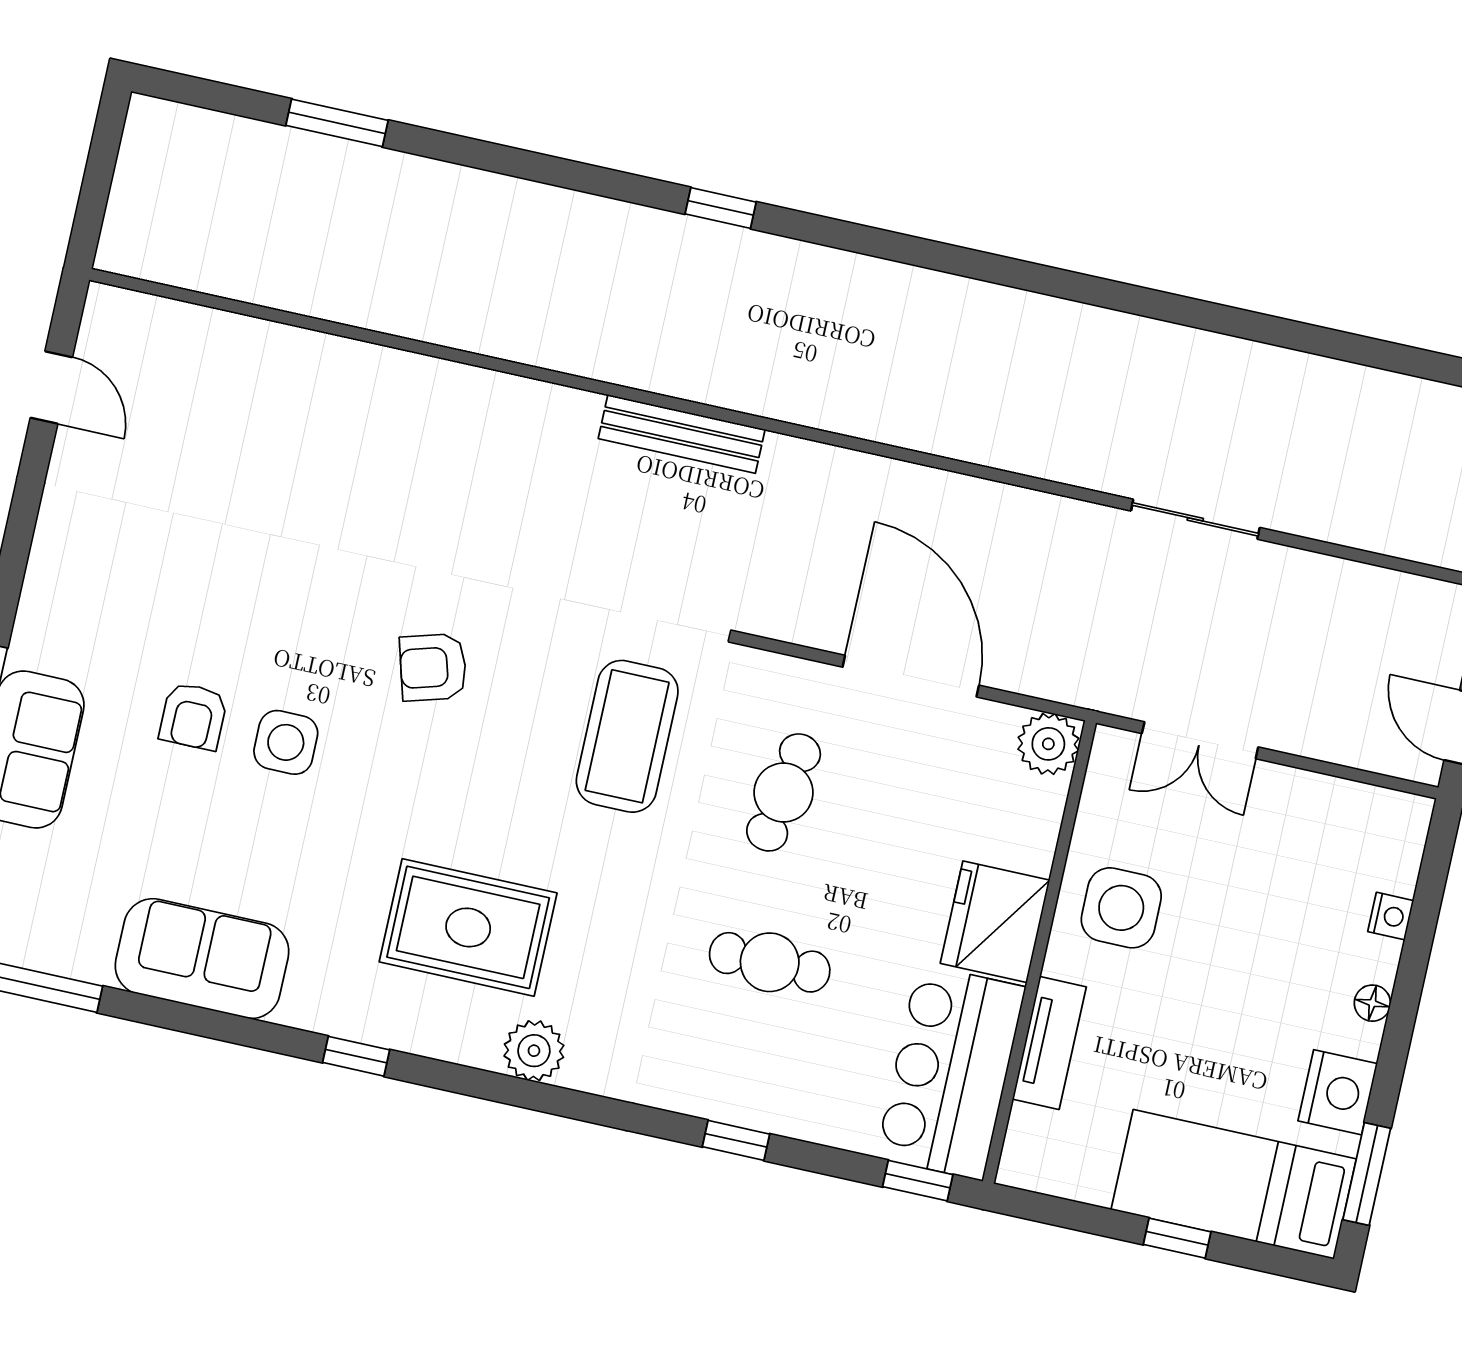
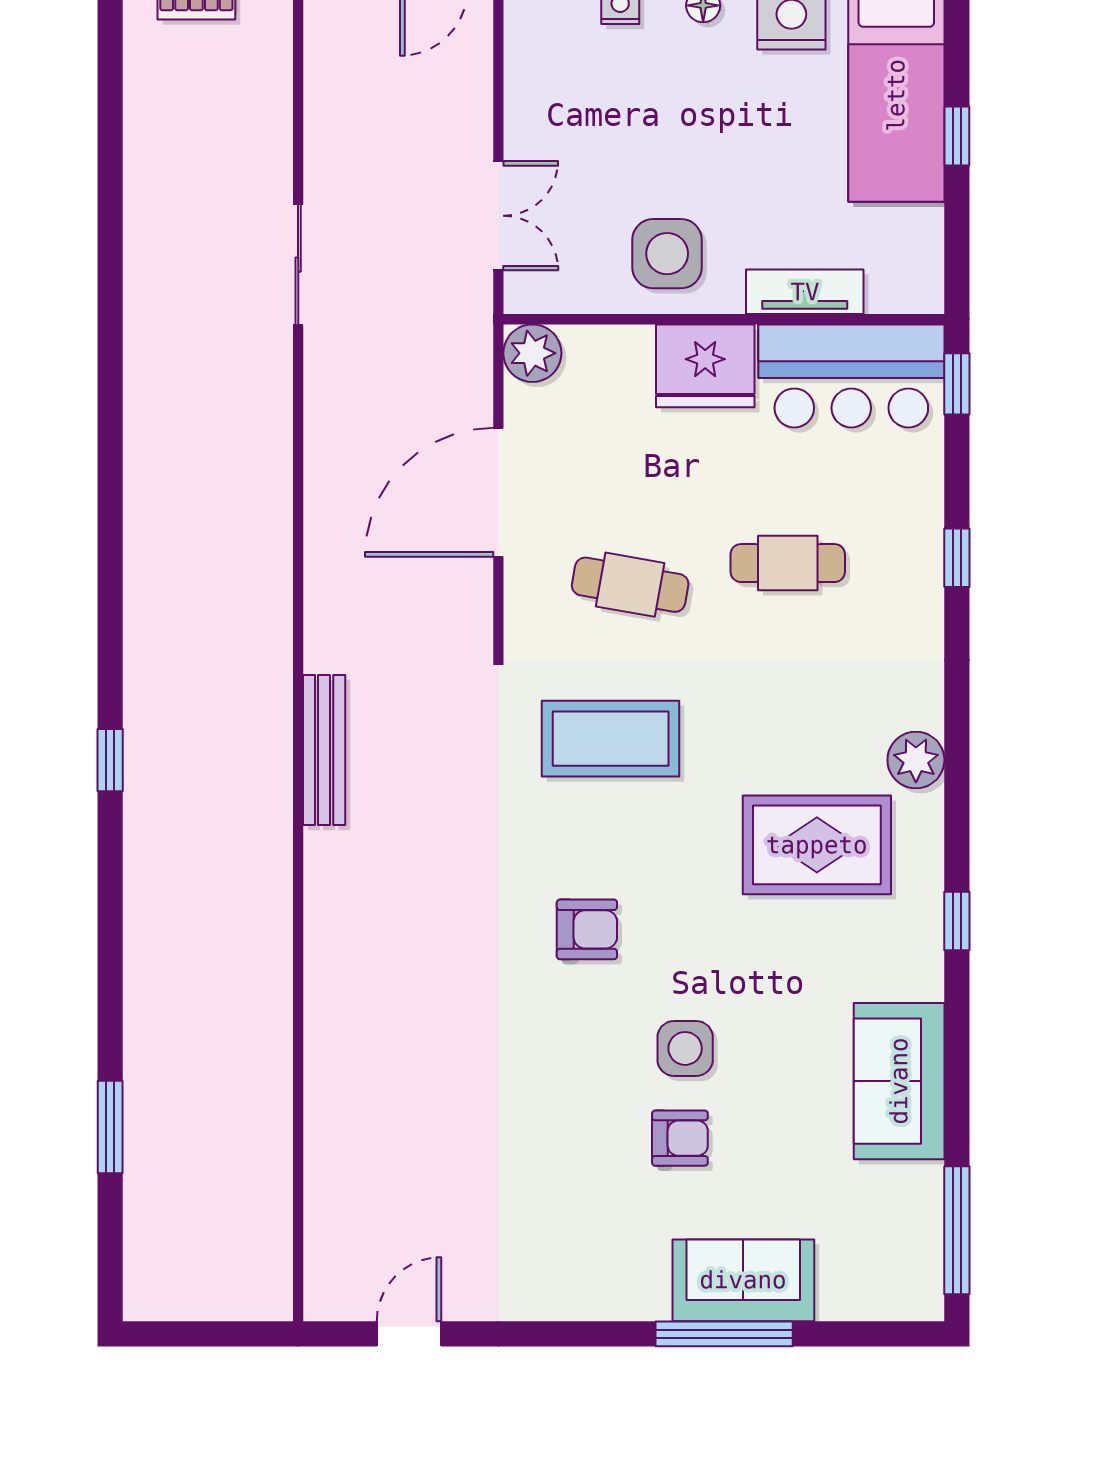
armchair: (433, 667) -> (587, 929), turned -74
rug: (468, 927) -> (817, 845), turned 90
cafe table: (770, 962) -> (788, 563), turned 90

